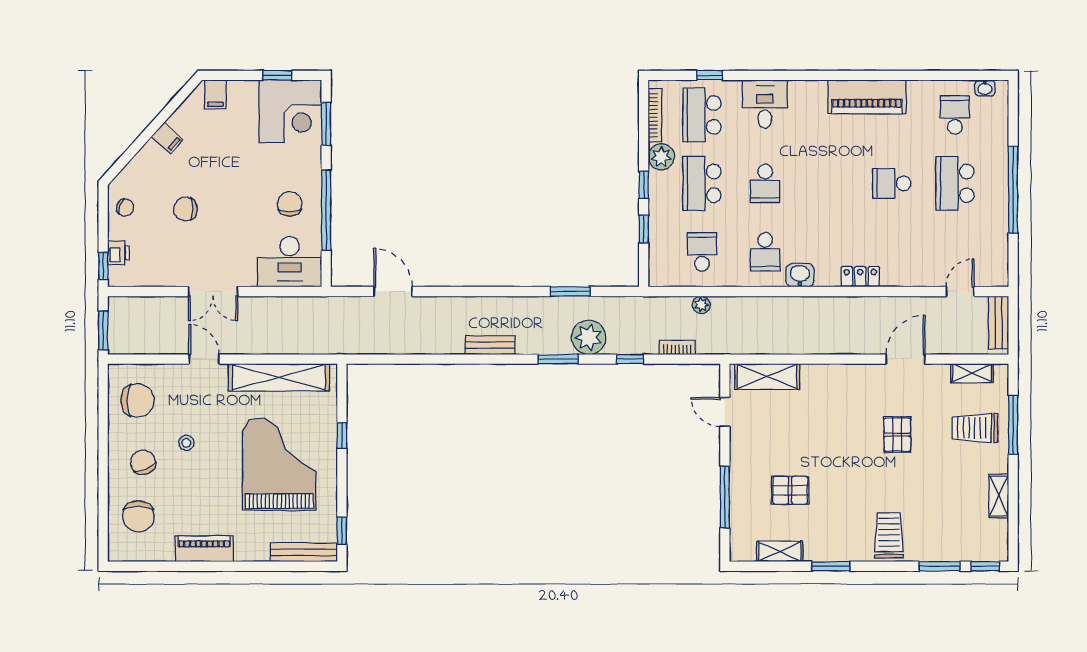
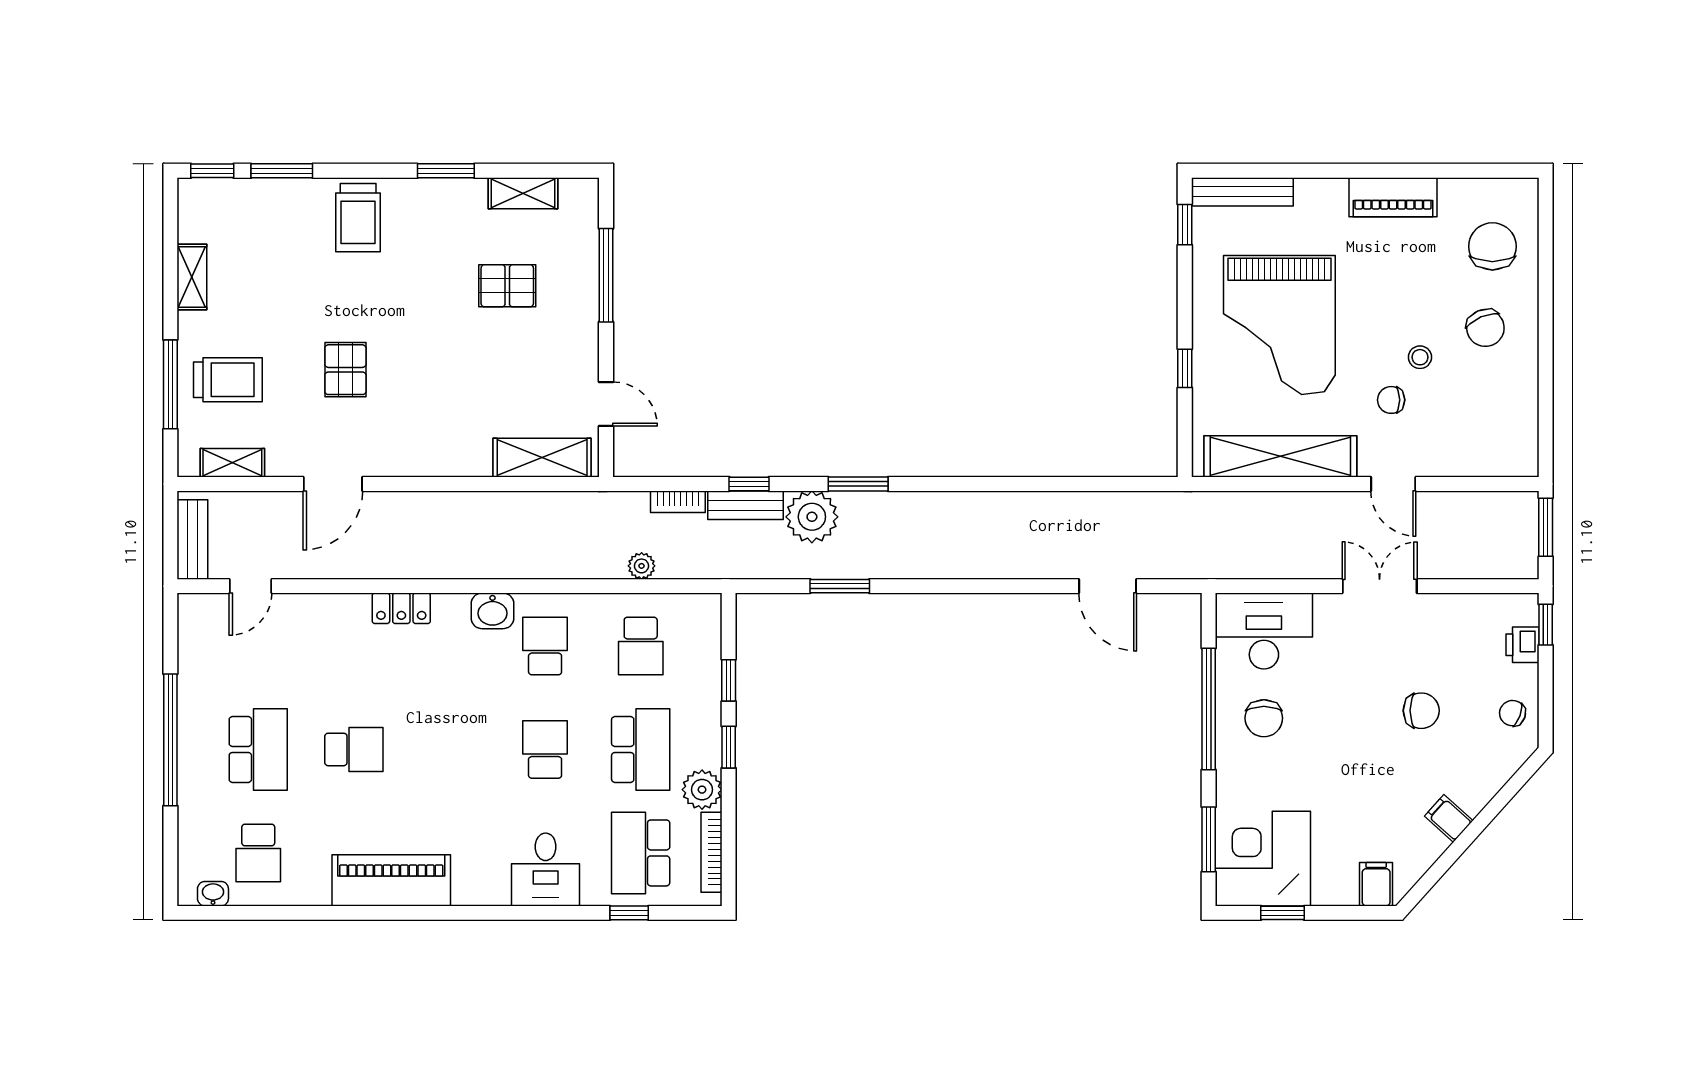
school desk: (702, 115) -> (641, 853), turned 180
bench: (490, 345) -> (745, 505), moved
chair: (138, 400) -> (1391, 400), moved, width x0.54, depth x0.54

